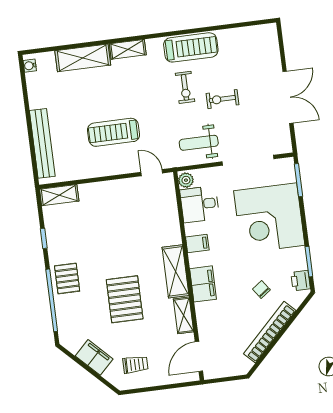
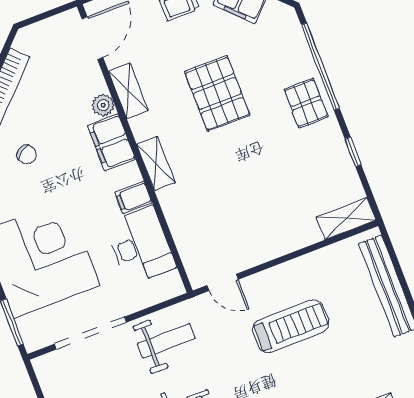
plant: (186, 180) -> (103, 105), moved
desk: (200, 204) -> (140, 246), width x1.37
shelving: (175, 271) -> (156, 164), width x0.67, depth x0.75

